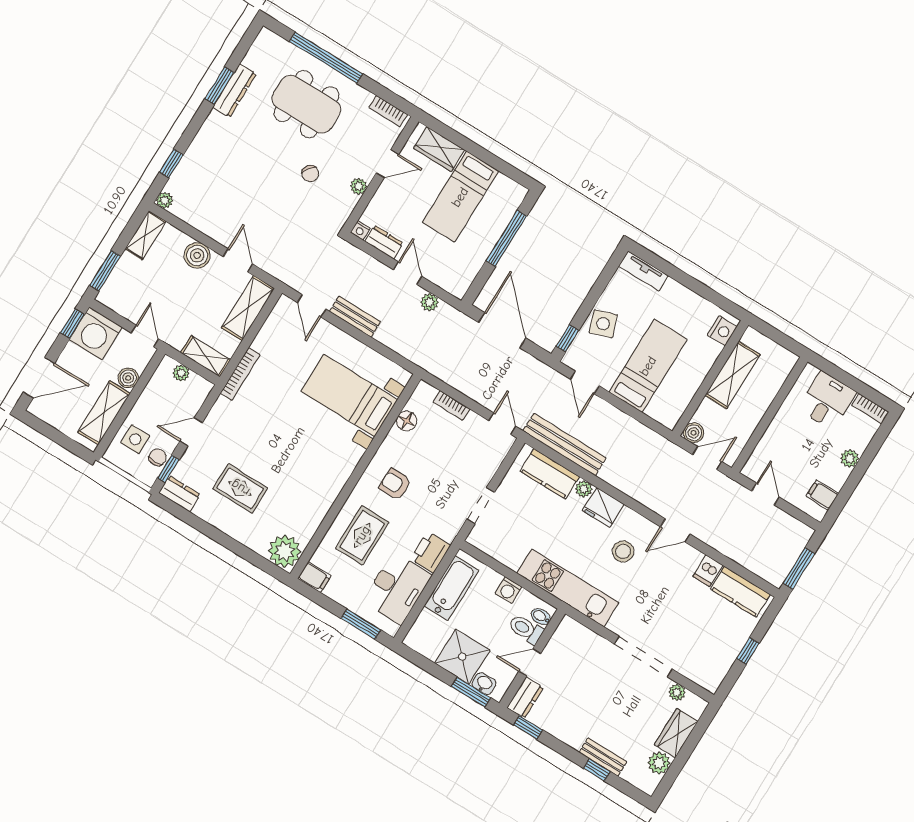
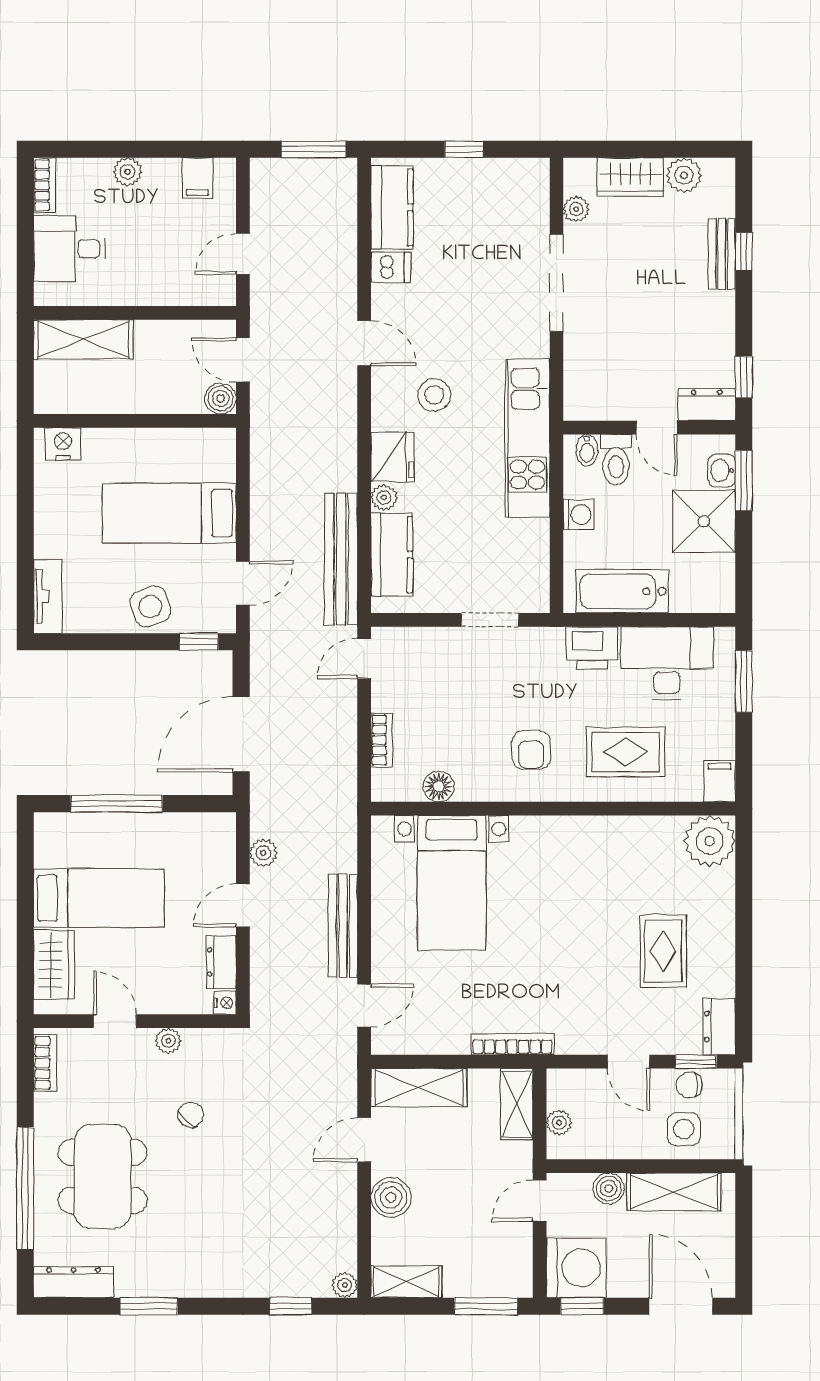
dresser: (235, 91) -> (74, 1282), moved
bench: (355, 317) -> (343, 926), width x1.36
shelving: (733, 375) -> (83, 339), moved

